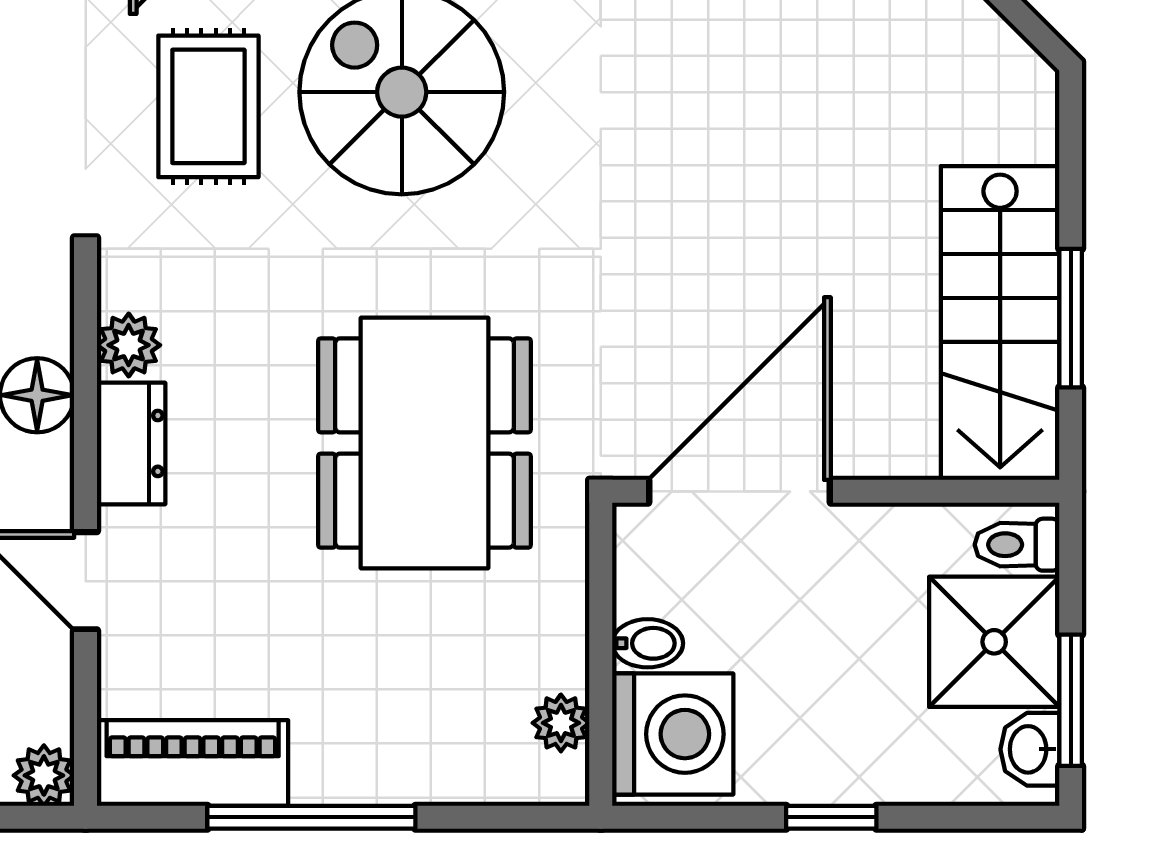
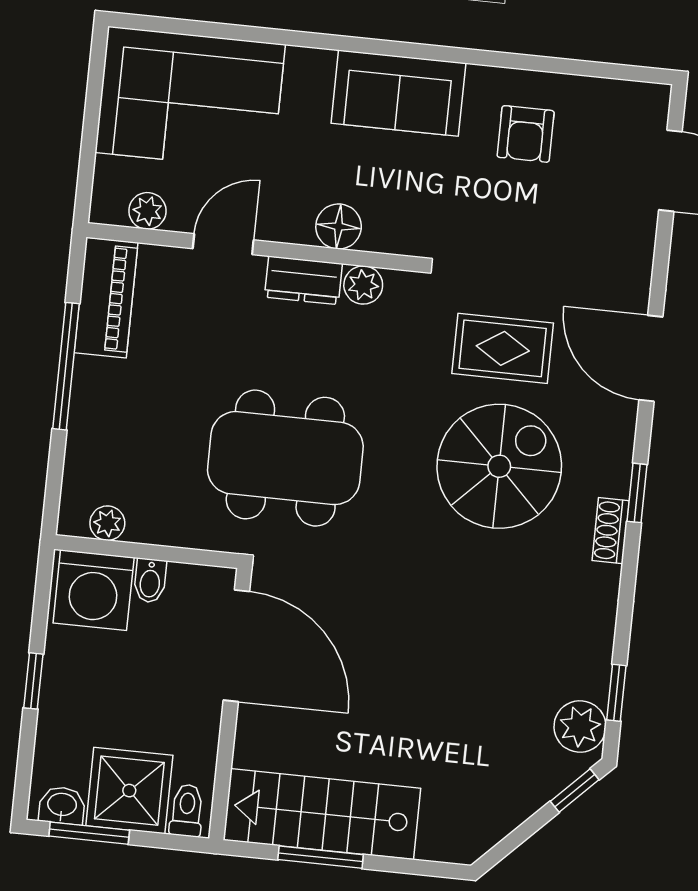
plant: (44, 775) -> (147, 211), moved

